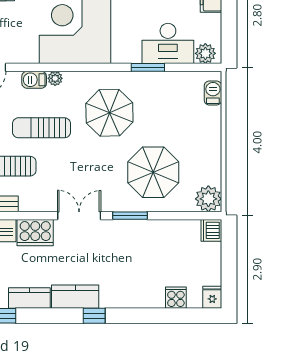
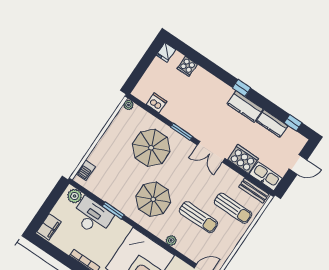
barbecue: (34, 80) -> (184, 248), removed
plant: (208, 199) -> (129, 105), width x0.53, depth x0.53
dishwasher: (211, 230) -> (157, 103), moved, turned -90

